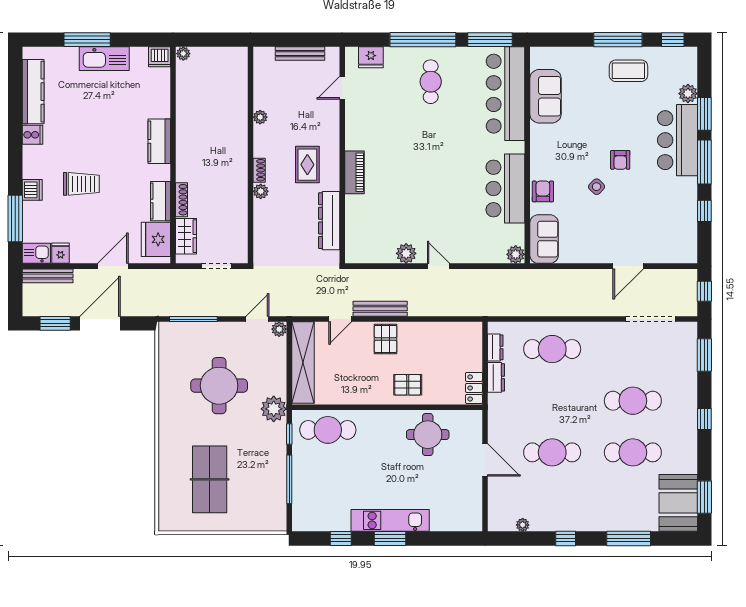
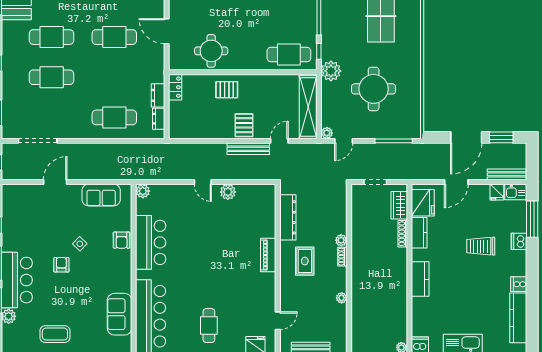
sofa: (544, 239) -> (101, 195), moved, turned -90

